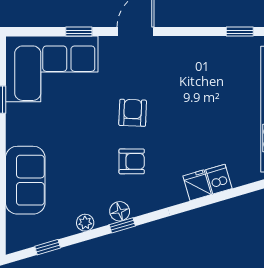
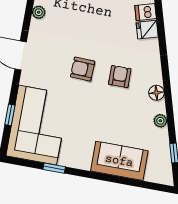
window: (79, 32) -> (10, 115), moved
plant: (194, 44) -> (39, 12), added
window: (122, 225) -> (168, 93), removed

